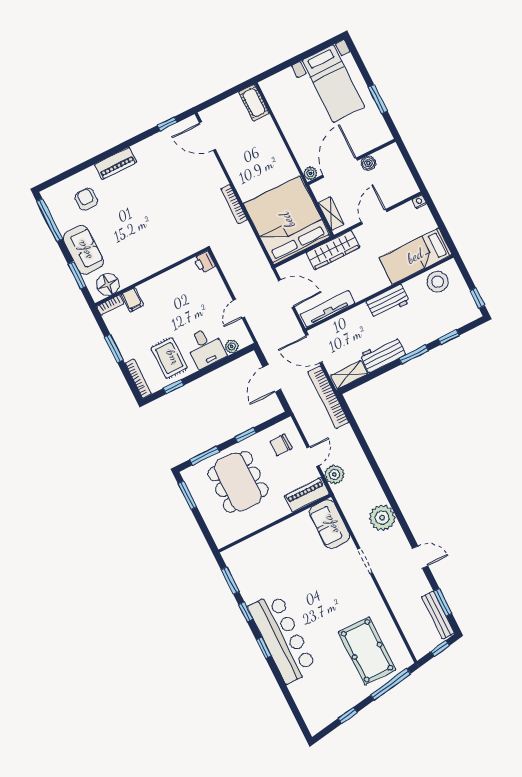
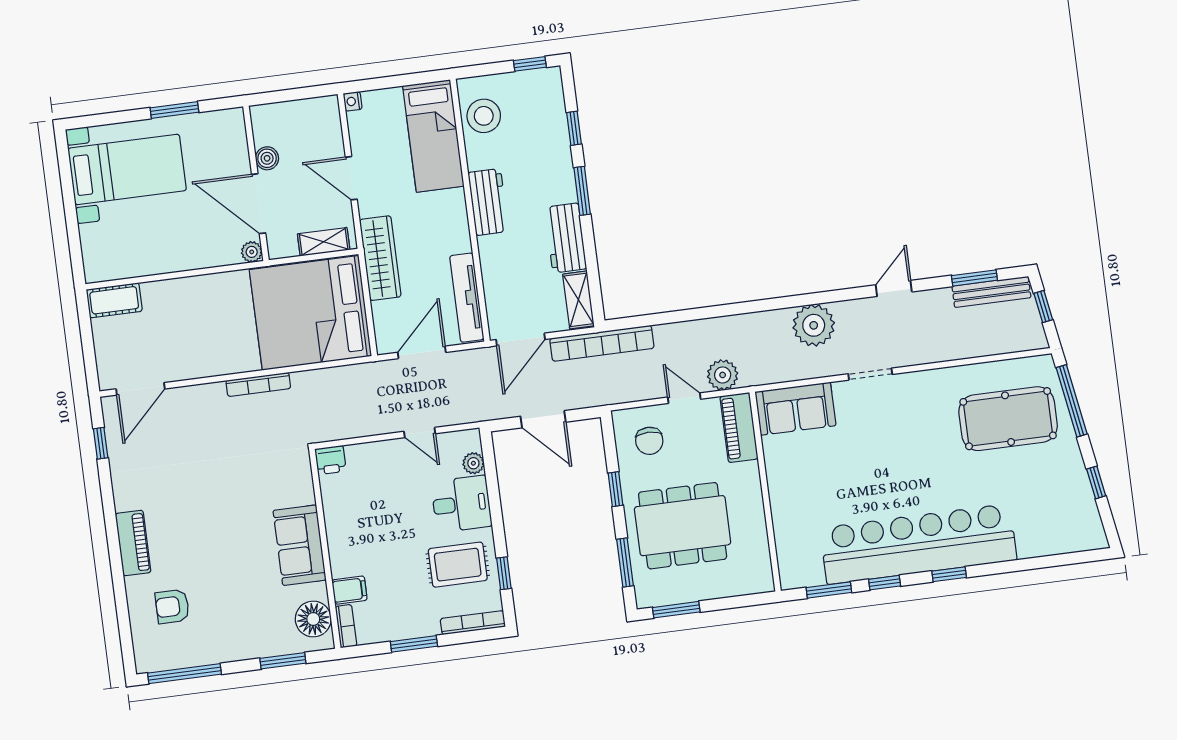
sofa: (83, 250) -> (300, 545), moved, turned -90
bar counter: (282, 638) -> (918, 544), width x1.36

